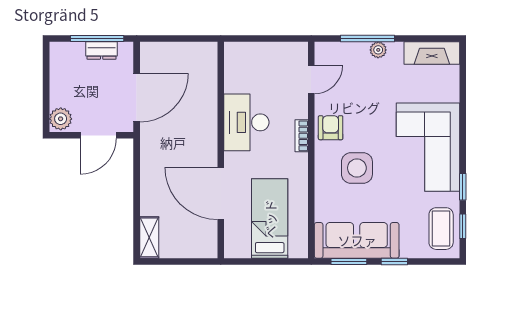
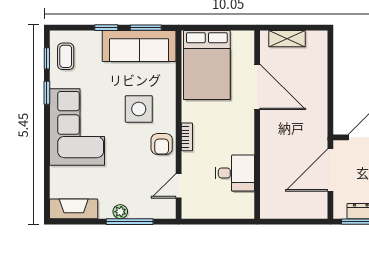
desk: (246, 122) -> (235, 173), moved, width x0.73
bed: (270, 219) -> (207, 65), width x1.50
coffee table: (441, 229) -> (66, 56), width x0.73, depth x0.77
shelving: (149, 237) -> (287, 39), moved, turned 90

